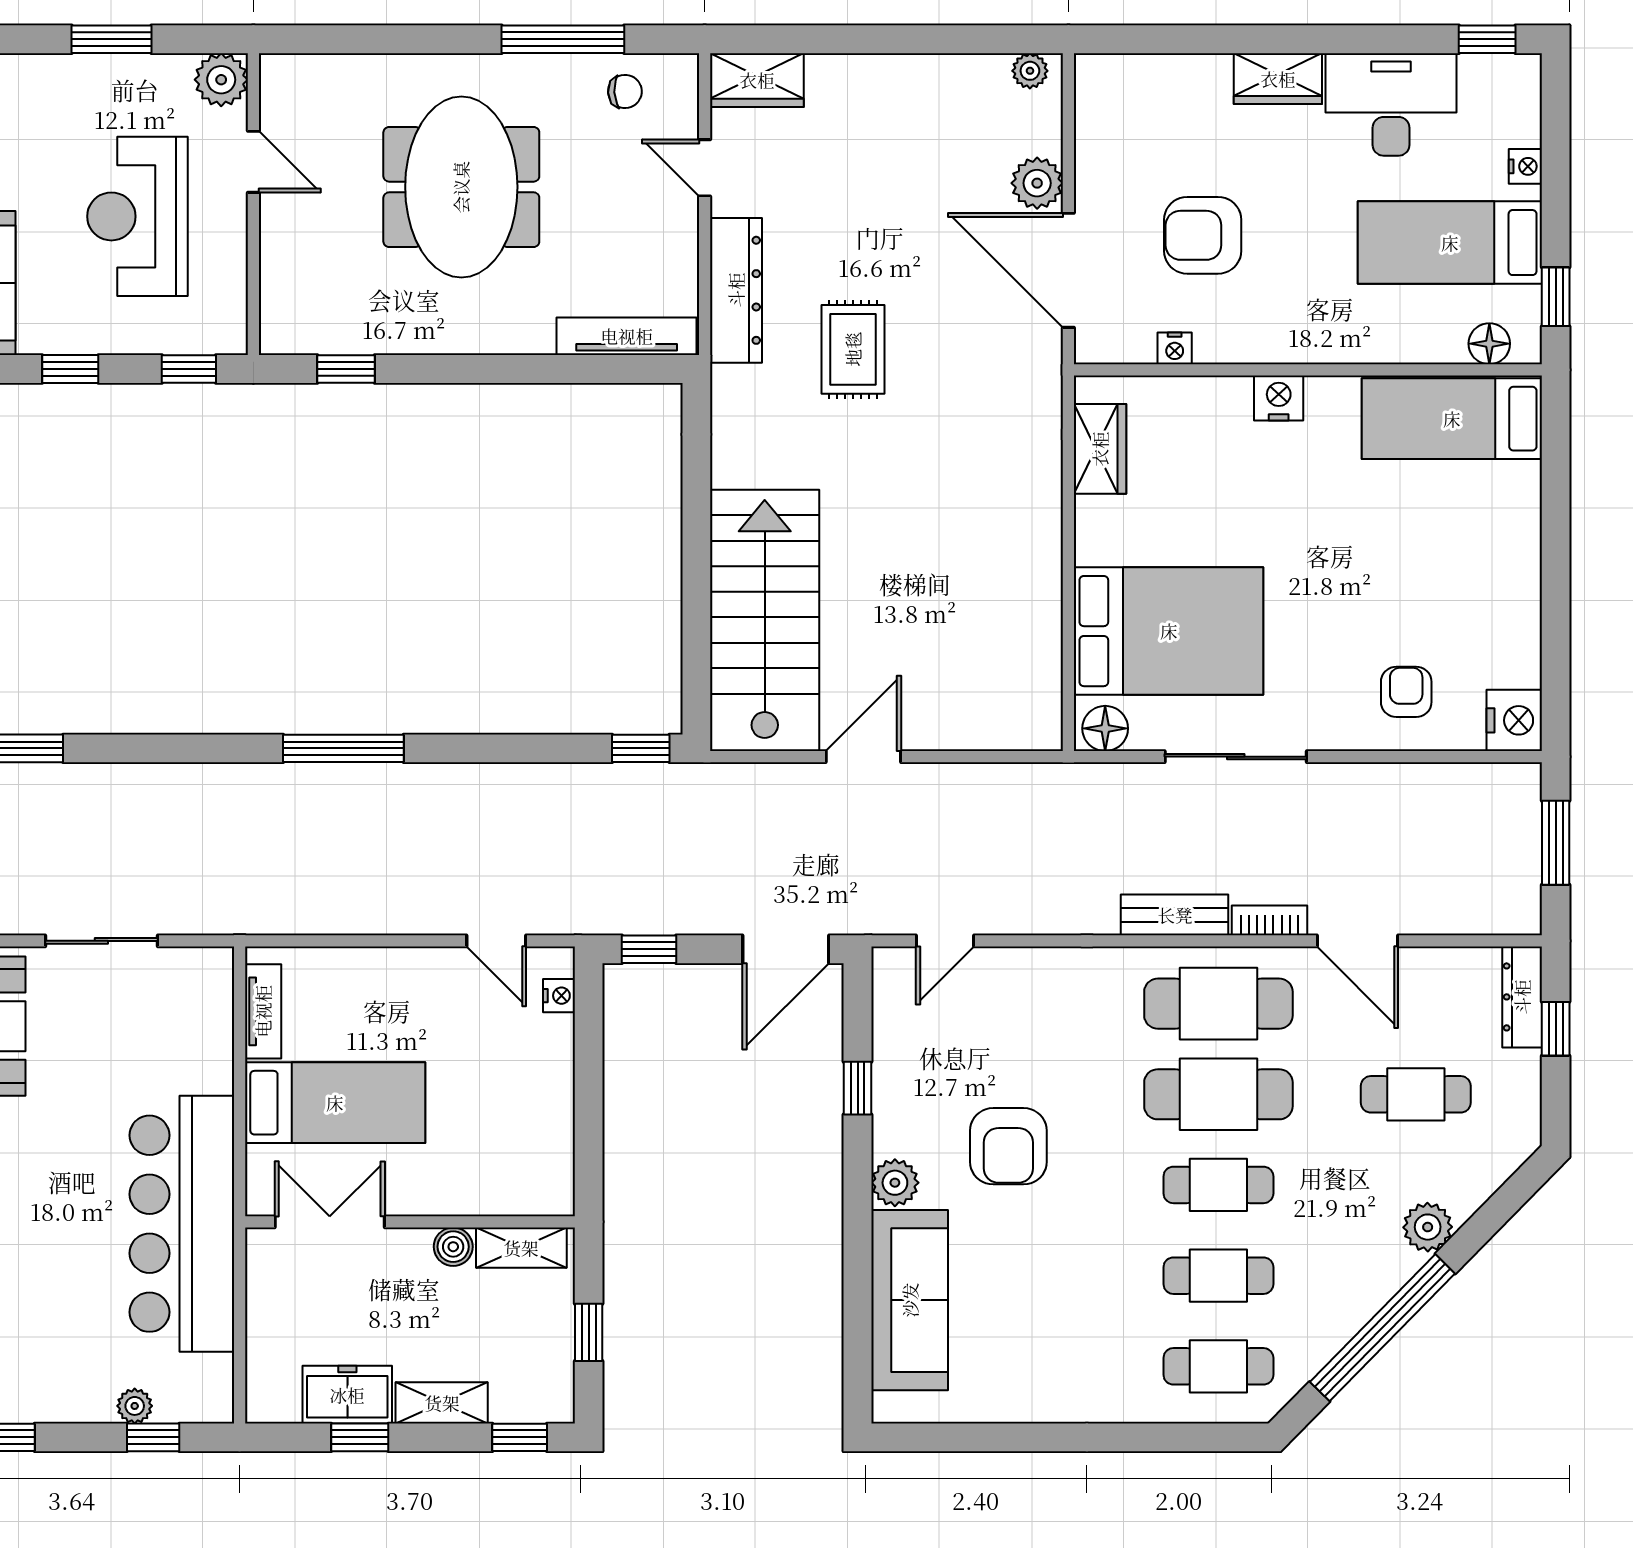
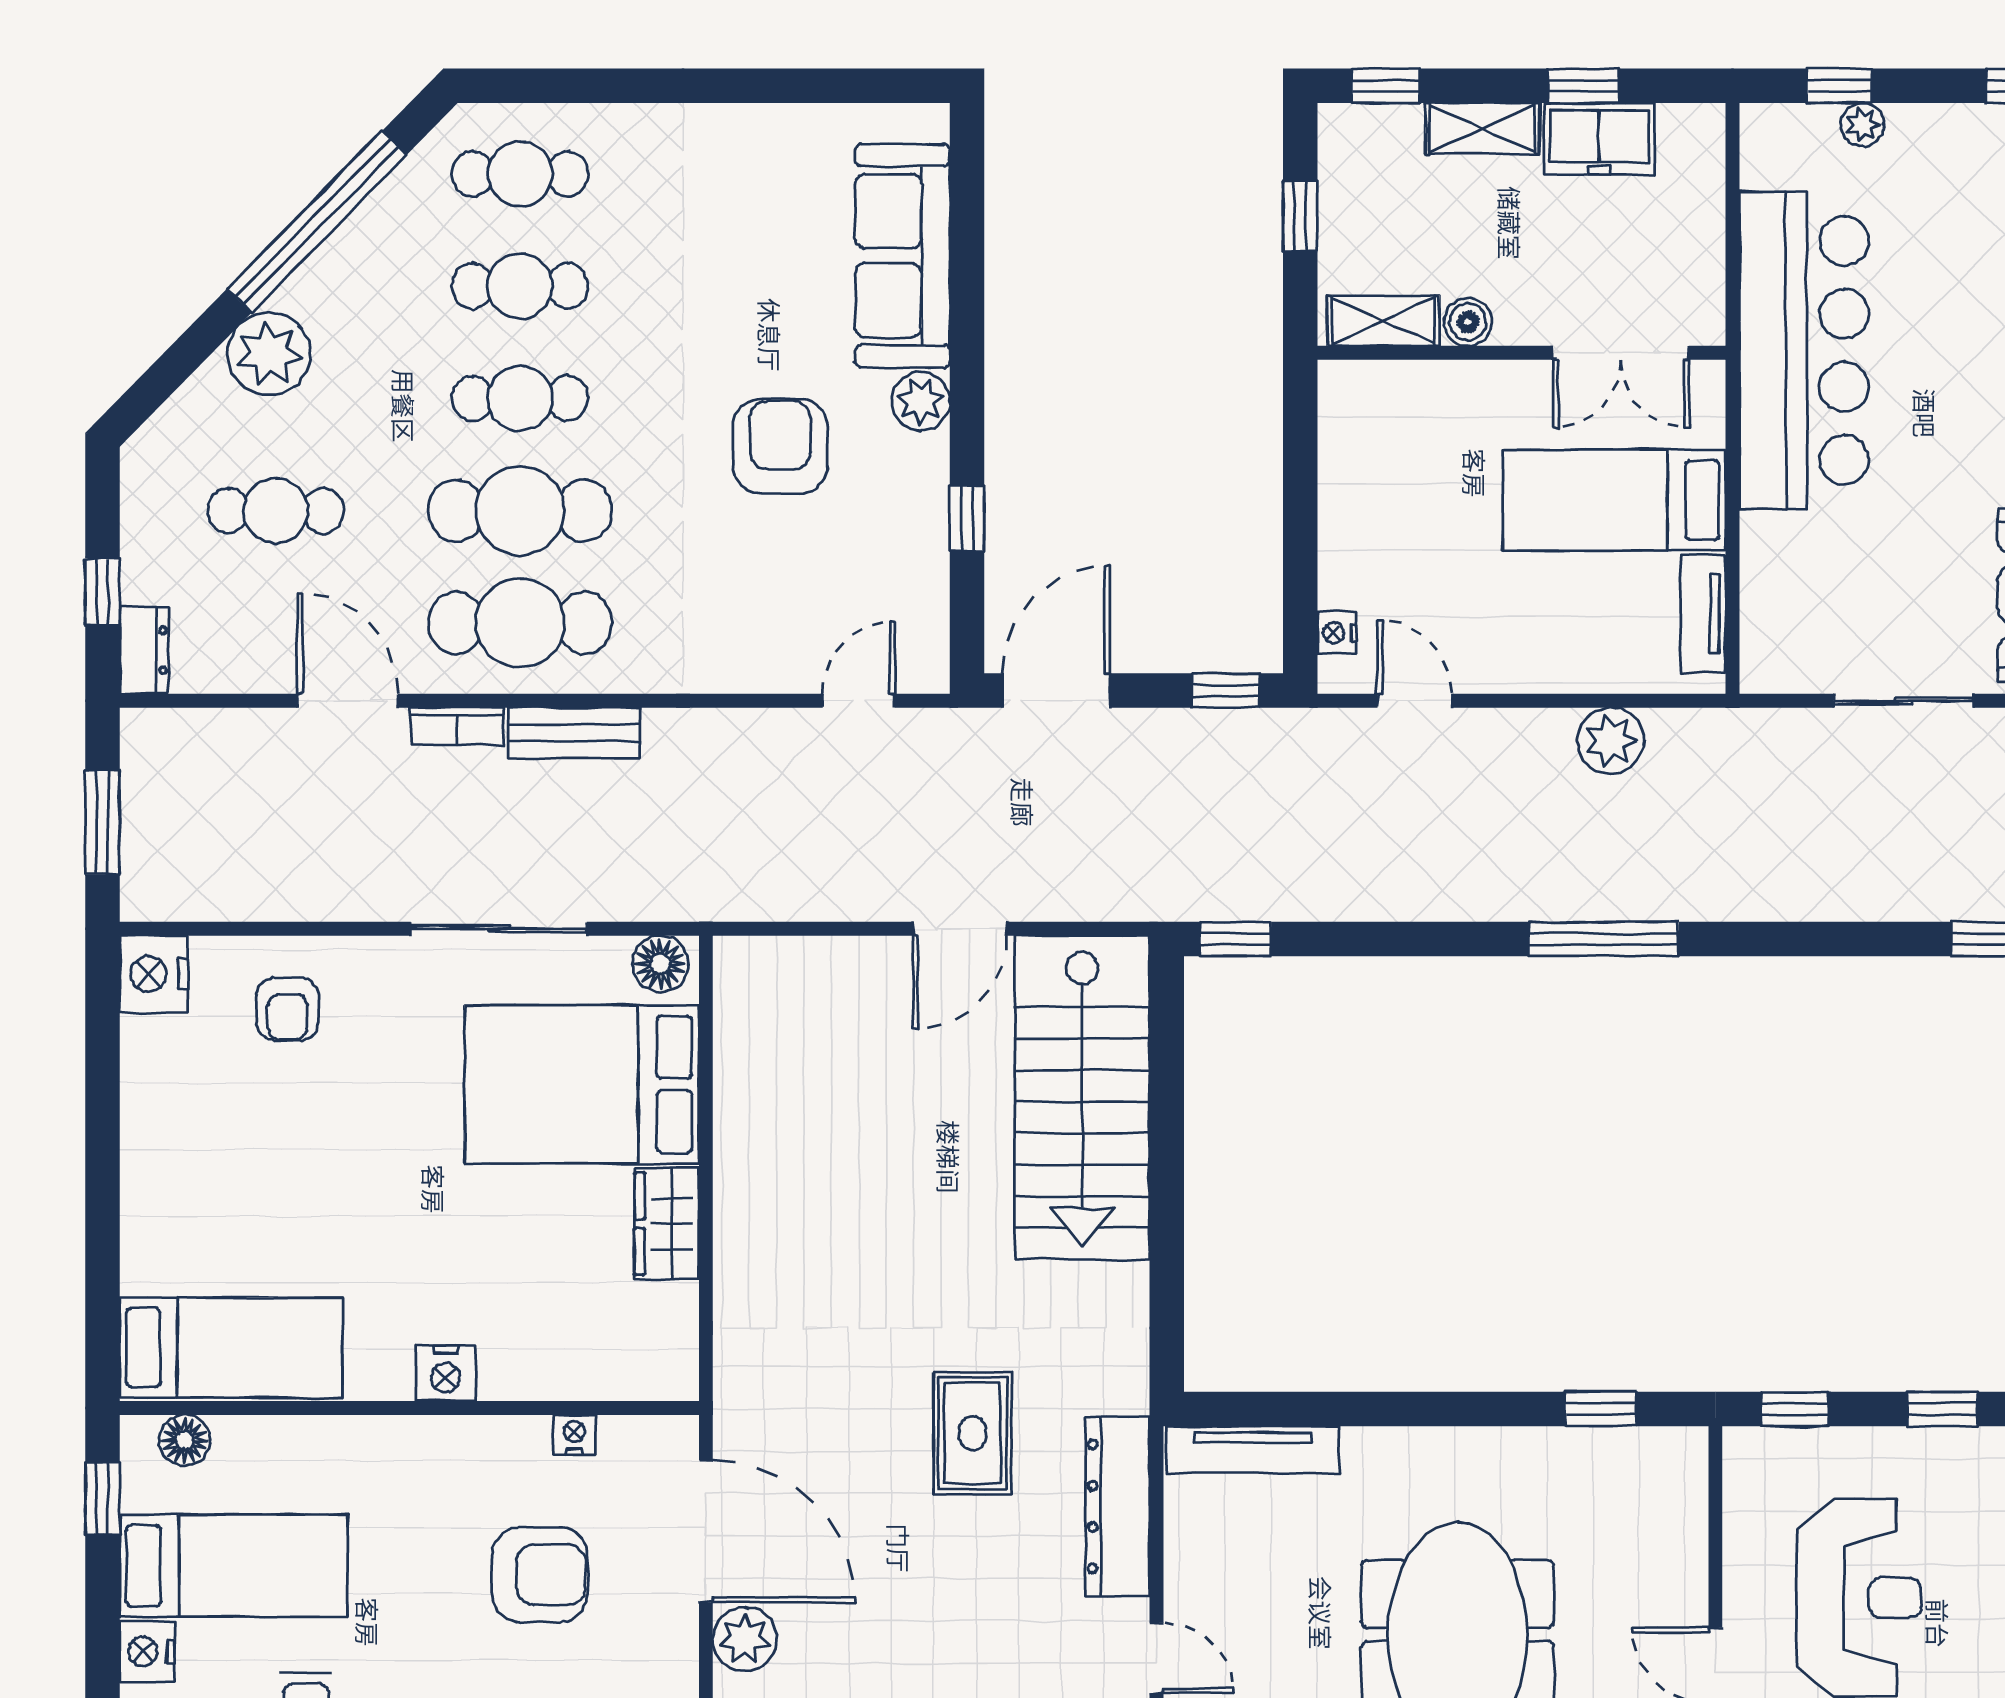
nightstand: (1525, 166) -> (147, 1652), width x1.39, depth x1.35
wardrobe: (1100, 449) -> (667, 1224), moved
plant: (338, 909) -> (1611, 741), added
dresser: (1522, 997) -> (144, 650), width x0.70
plant: (1428, 1227) -> (269, 354), width x1.36, depth x1.36

